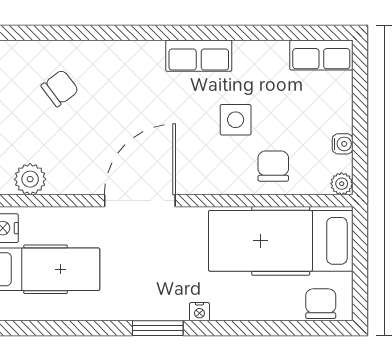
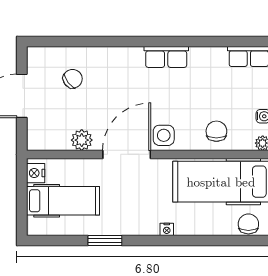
side table: (236, 120) -> (164, 135), moved
plant: (30, 179) -> (82, 140), moved
window: (158, 328) -> (105, 240), moved

